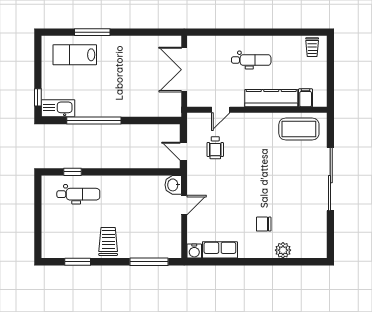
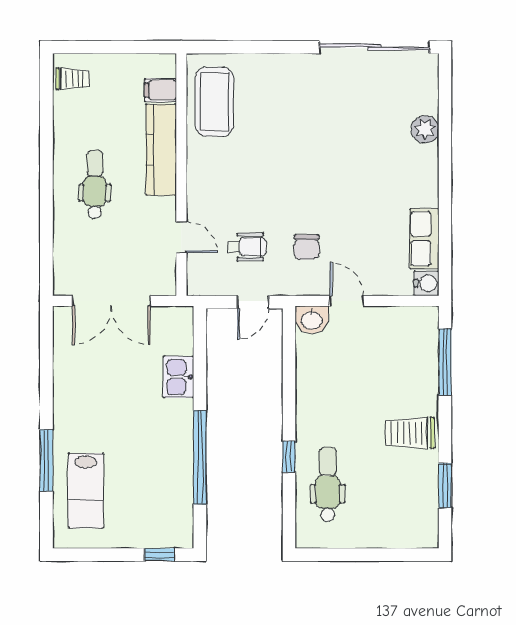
kitchen sink: (58, 108) -> (179, 377), moved, width x0.73
window: (73, 172) -> (289, 457), moved
sliding door: (330, 179) -> (374, 47), moved
chair: (264, 224) -> (307, 247), moved

